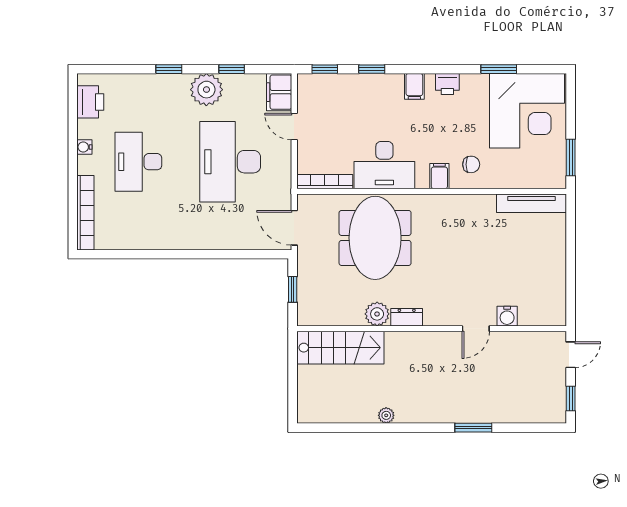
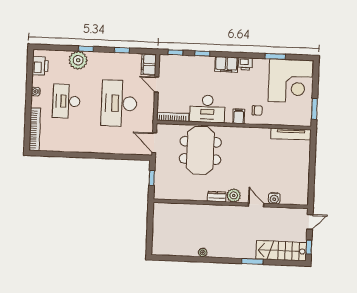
filing cabinet: (414, 86) -> (226, 64), width x2.00
plant: (206, 90) -> (78, 60), moved
plant: (377, 314) -> (234, 195), moved
door: (476, 329) -> (256, 205), swing flipped
stairs: (340, 348) -> (281, 251), moved, turned 180

